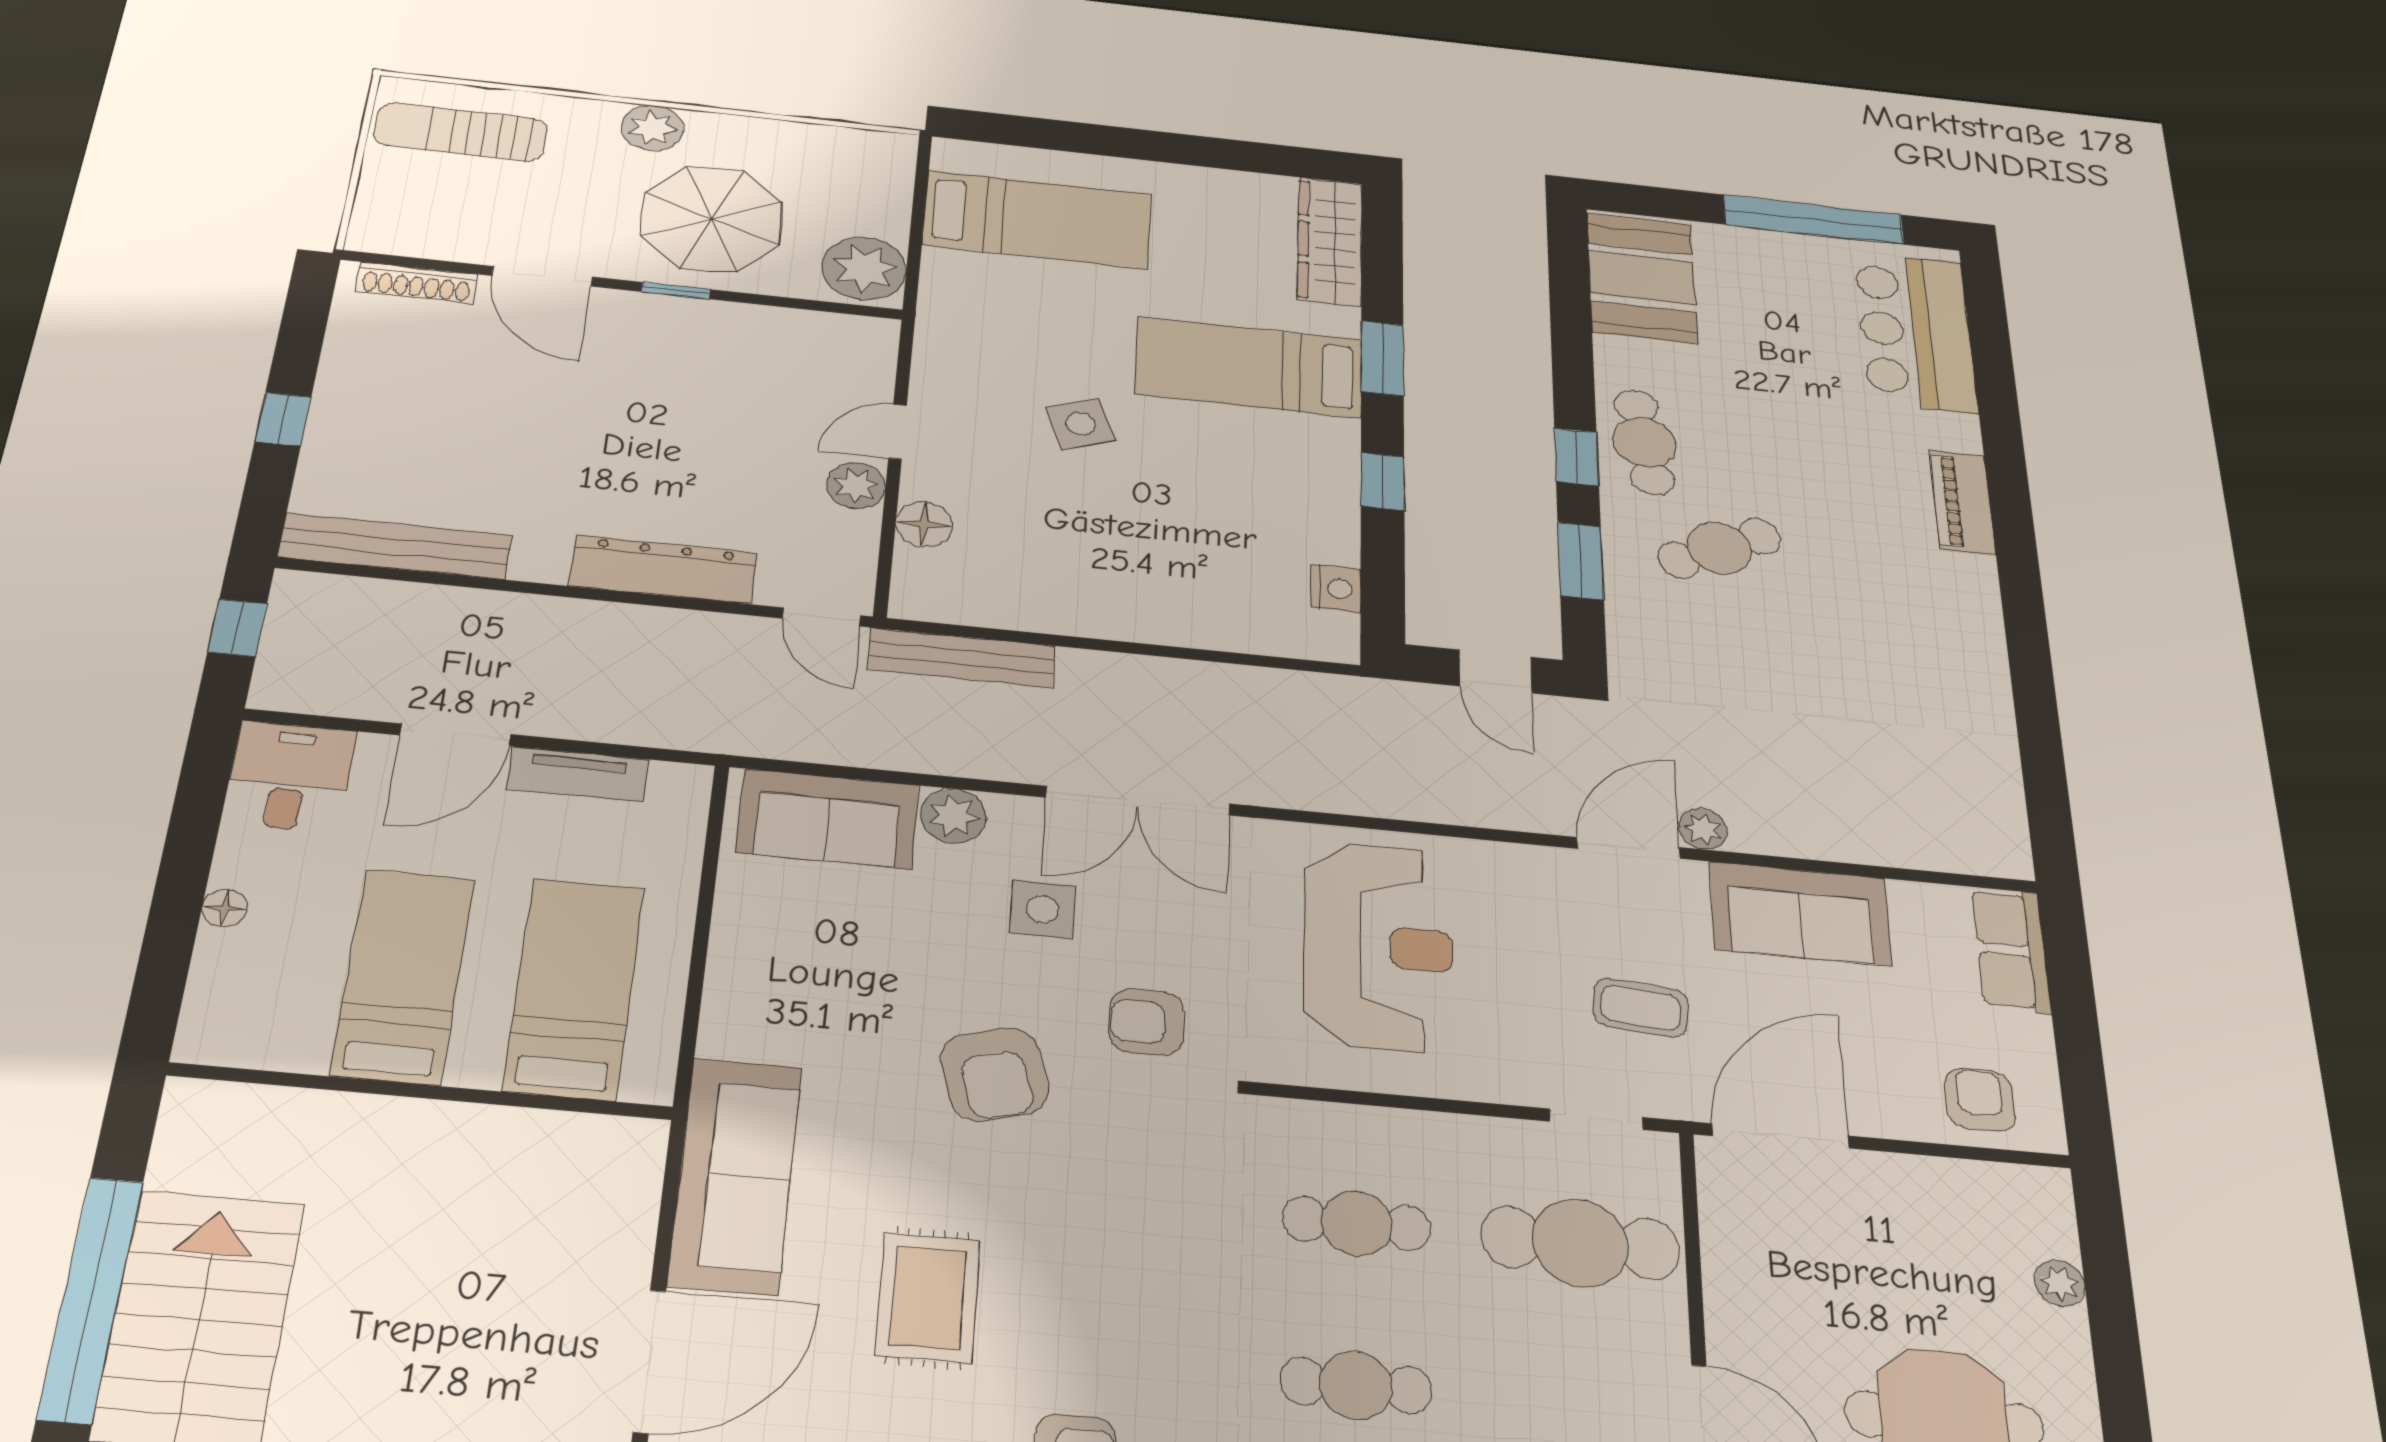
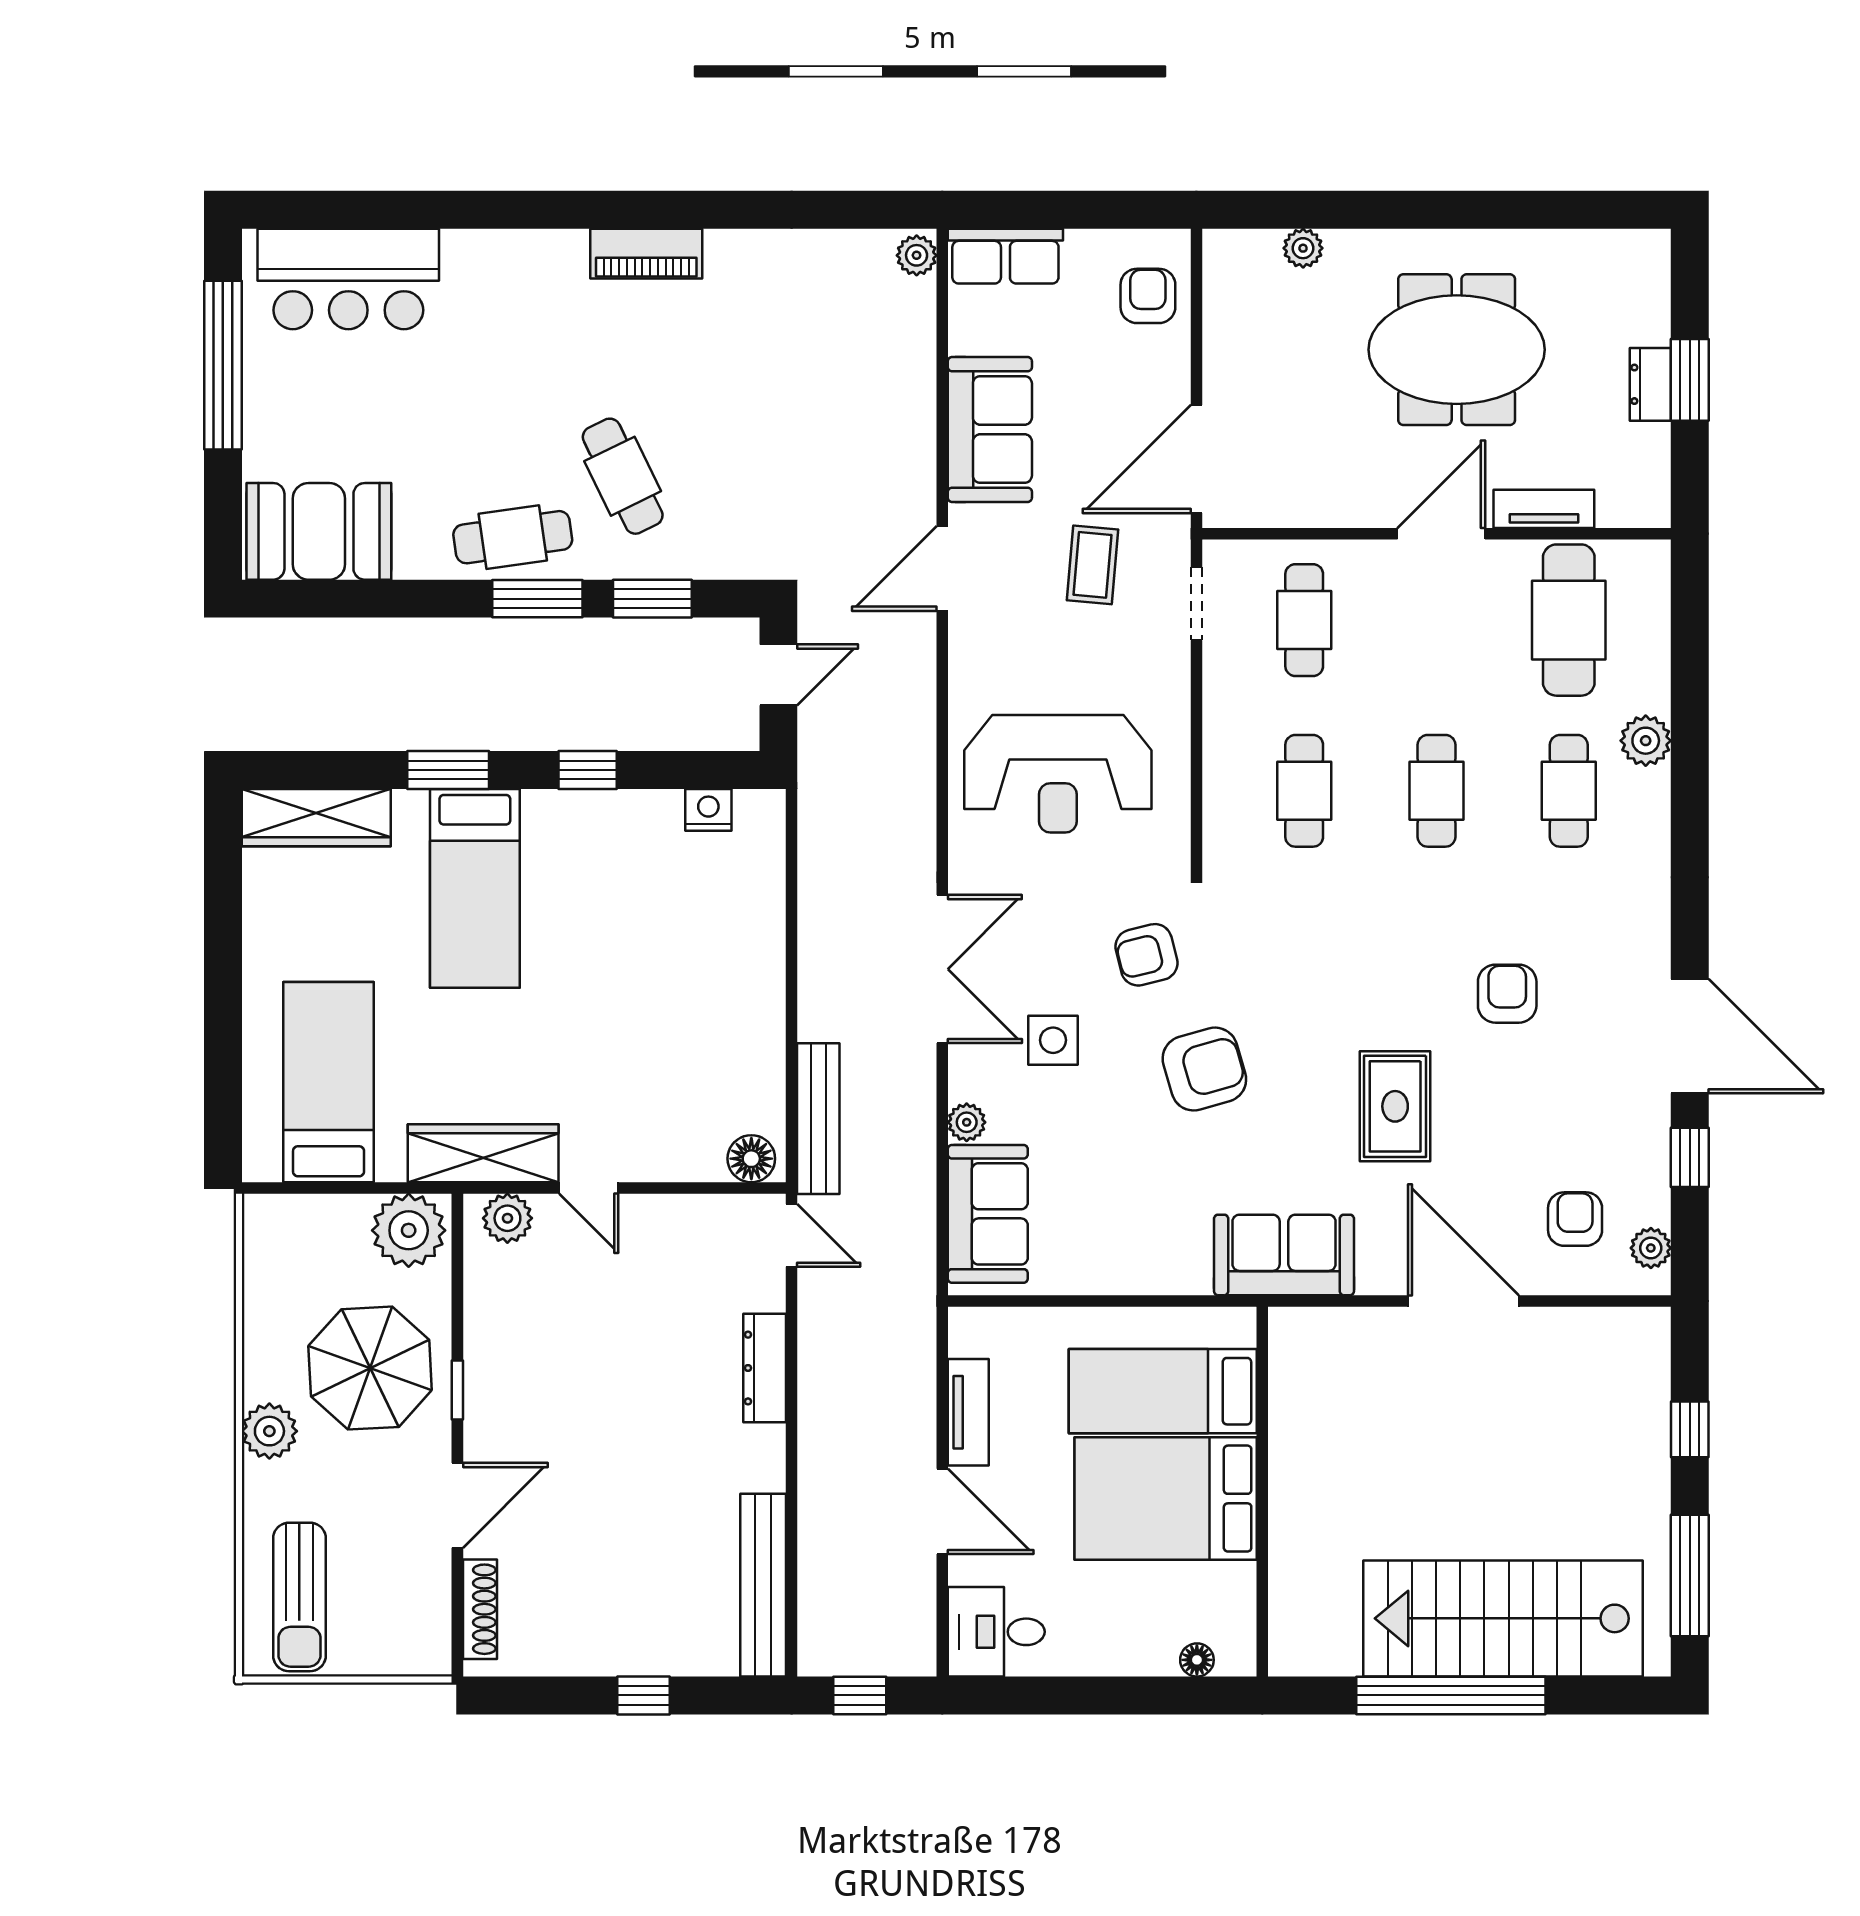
wardrobe: (946, 342) -> (483, 1153), added
side table: (1081, 424) -> (559, 1033), removed
window: (1576, 457) -> (537, 599), width x1.50
plant: (856, 486) -> (507, 1218), moved
piano: (1962, 502) -> (646, 254), moved
floor lamp: (924, 524) -> (751, 1159), moved
dresser: (663, 569) -> (765, 1368), width x0.73, depth x0.80
door: (822, 617) -> (792, 1235), hinge flipped
plant: (953, 816) -> (967, 1122), width x0.73, depth x0.73
plant: (1703, 829) -> (917, 255), moved
door: (1629, 848) -> (942, 569), hinge flipped
floor lamp: (225, 908) -> (1197, 1660), moved
reception desk: (1379, 946) -> (1058, 774), turned 180
bed: (403, 976) -> (1166, 1499), width x1.50
armchair: (1147, 1022) -> (1146, 955), turned 76
armchair: (1980, 1100) -> (1148, 296), turned 90
door: (1780, 1136) -> (1196, 459), hinge flipped
sofa: (735, 1175) -> (1284, 1255), width x0.73
cafe table: (1580, 1243) -> (1304, 620), width x0.73, depth x0.74
rug: (928, 1298) -> (1395, 1106), turned 90

